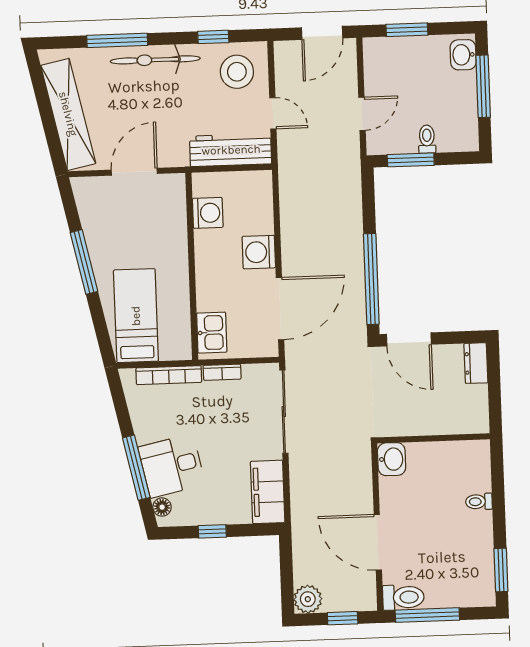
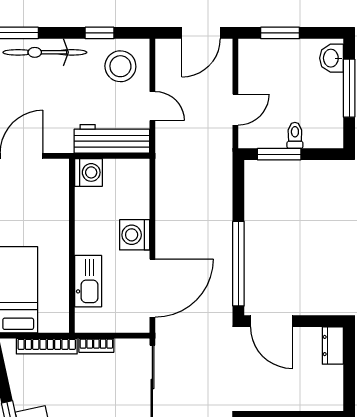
washing machine: (208, 213) -> (88, 172), moved
kitchen sink: (212, 333) -> (88, 281), moved, width x1.38

